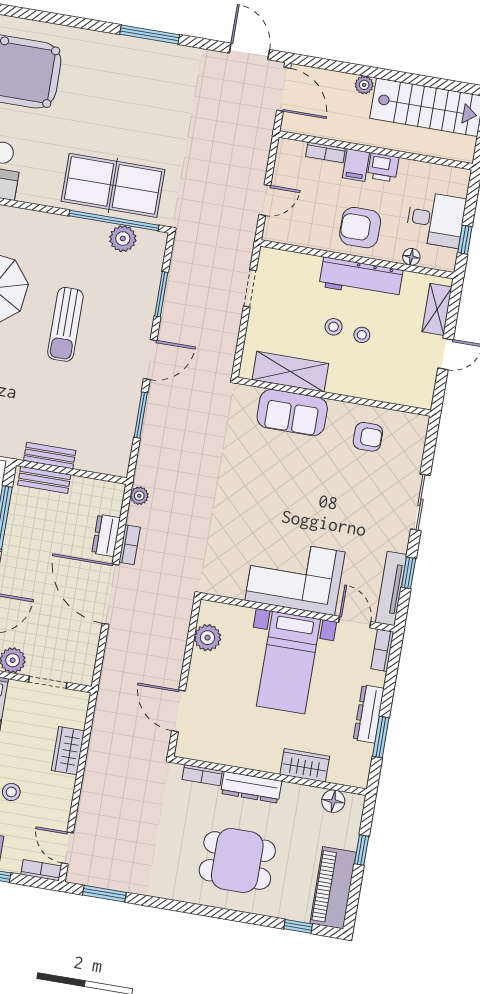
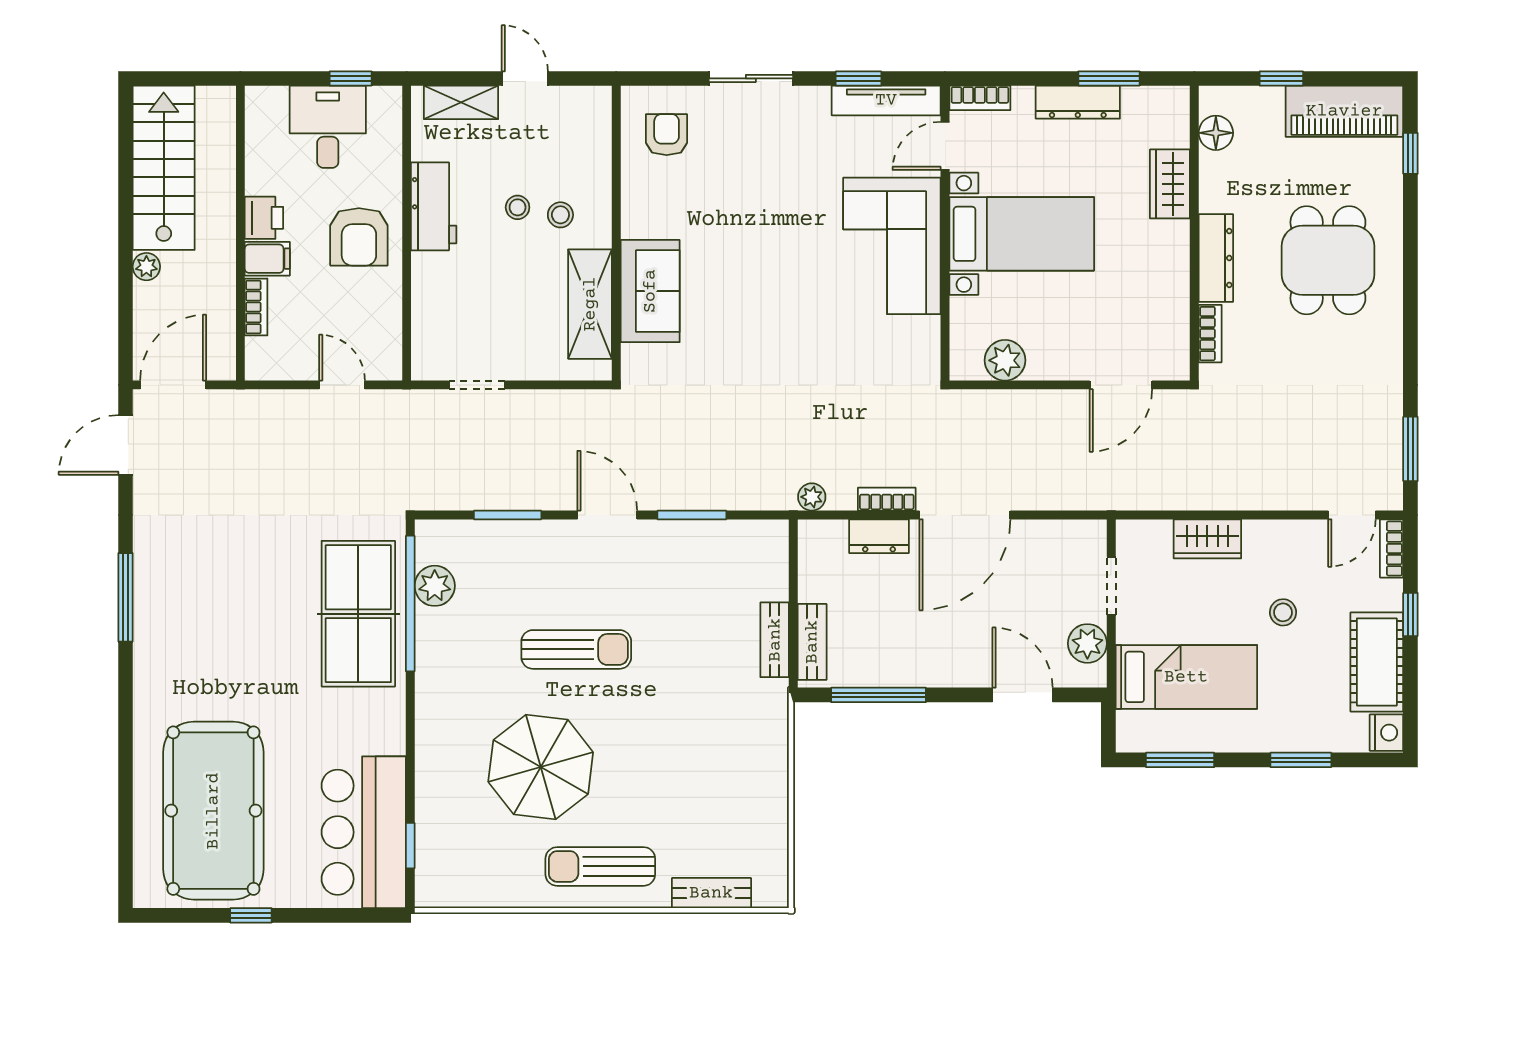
floor lamp: (411, 257) -> (389, 153), removed
workbench: (361, 278) -> (434, 206), width x0.73
stool: (334, 327) -> (560, 215), moved
armchair: (368, 437) -> (667, 135), moved

